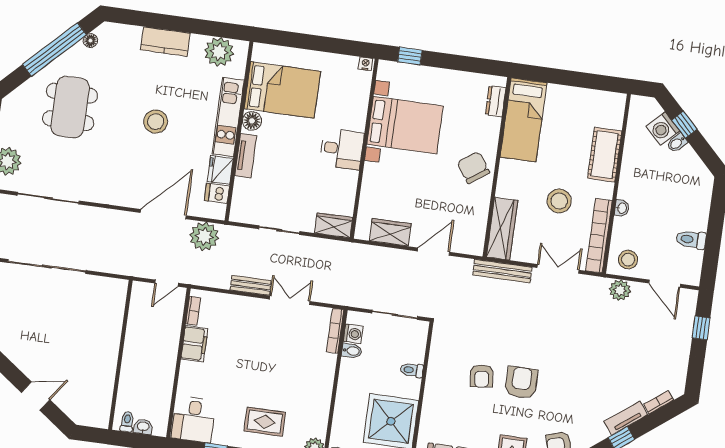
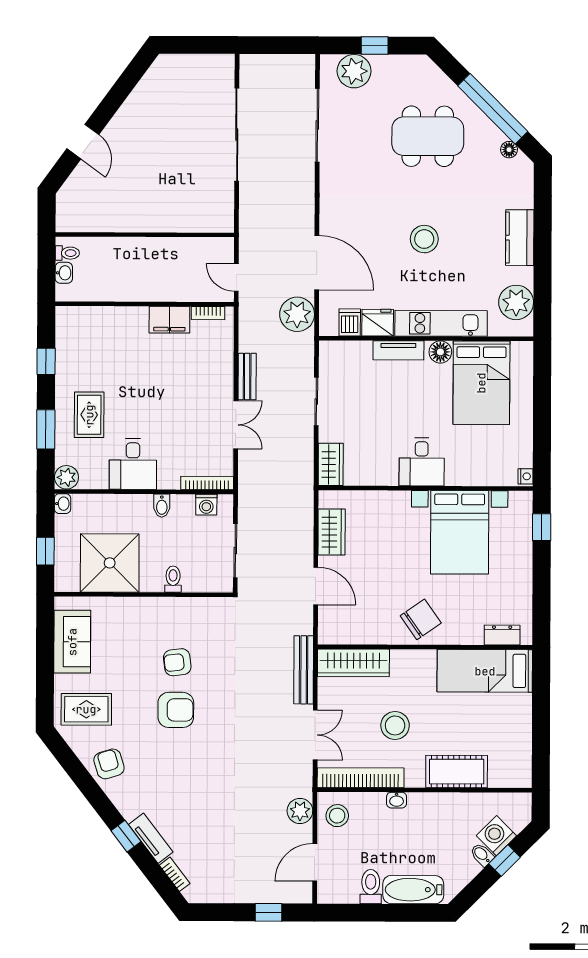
bathtub: (698, 204) -> (413, 890), added
bidet: (352, 351) -> (162, 506), moved
desk: (194, 419) -> (133, 464), moved, turned -90

